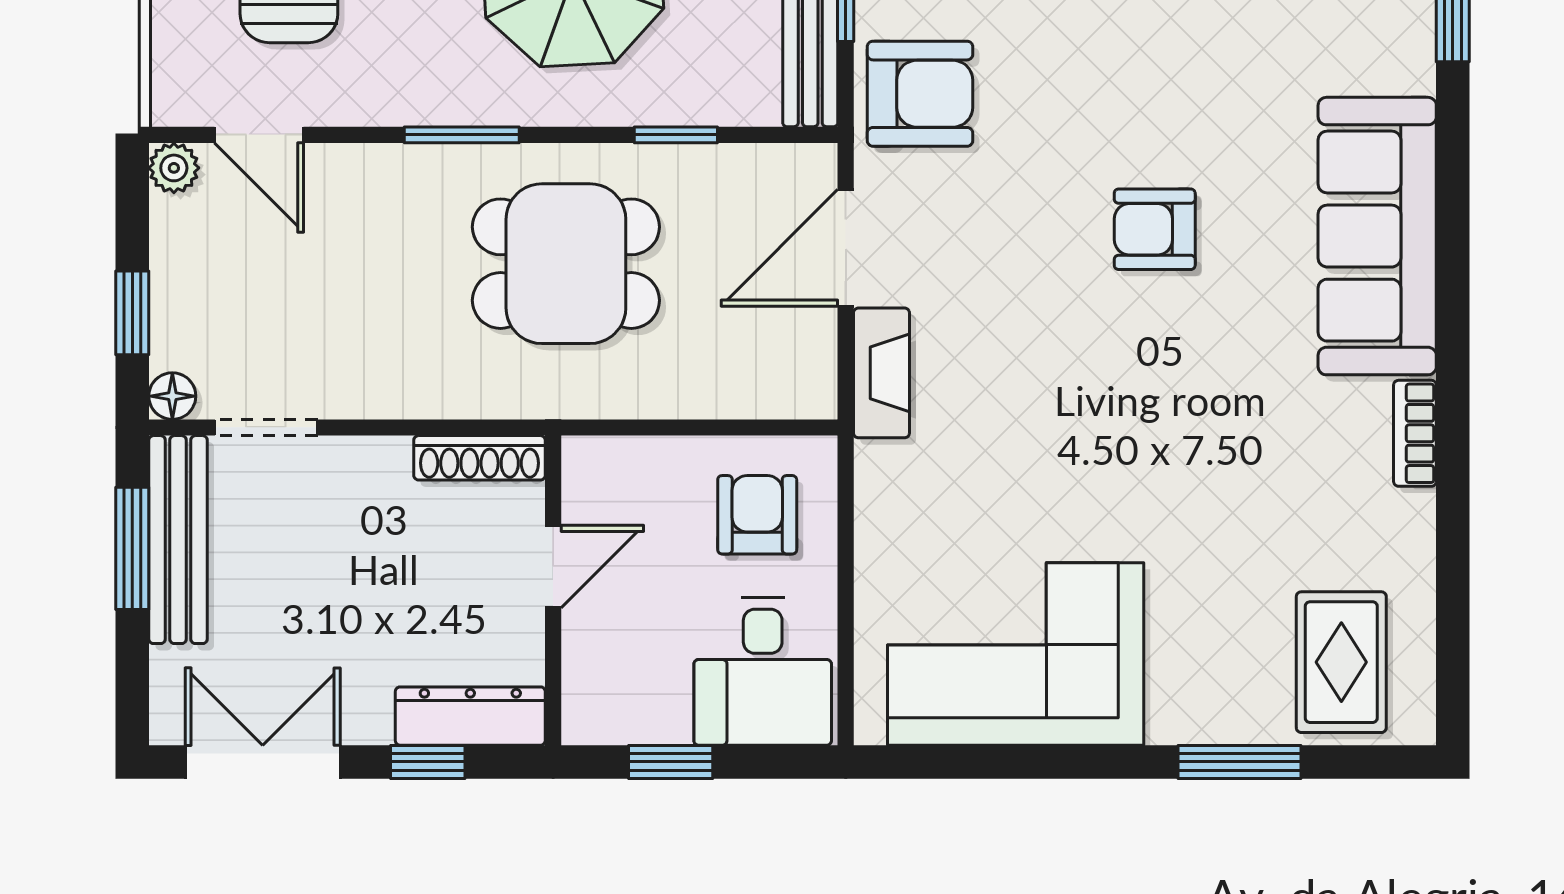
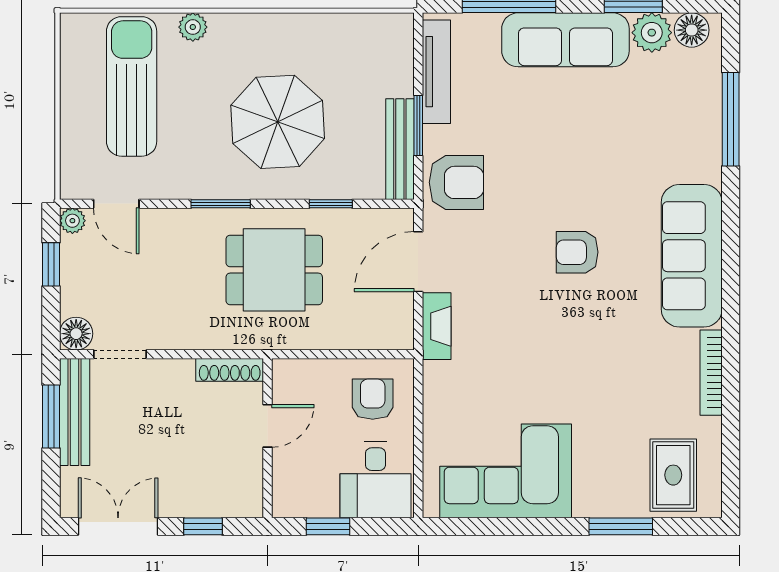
window: (132, 313) -> (51, 264), moved
floor lamp: (172, 396) -> (76, 334), width x1.37, depth x1.37
bookcase: (1415, 433) -> (711, 373), width x1.56
dresser: (470, 716) -> (225, 503), removed

